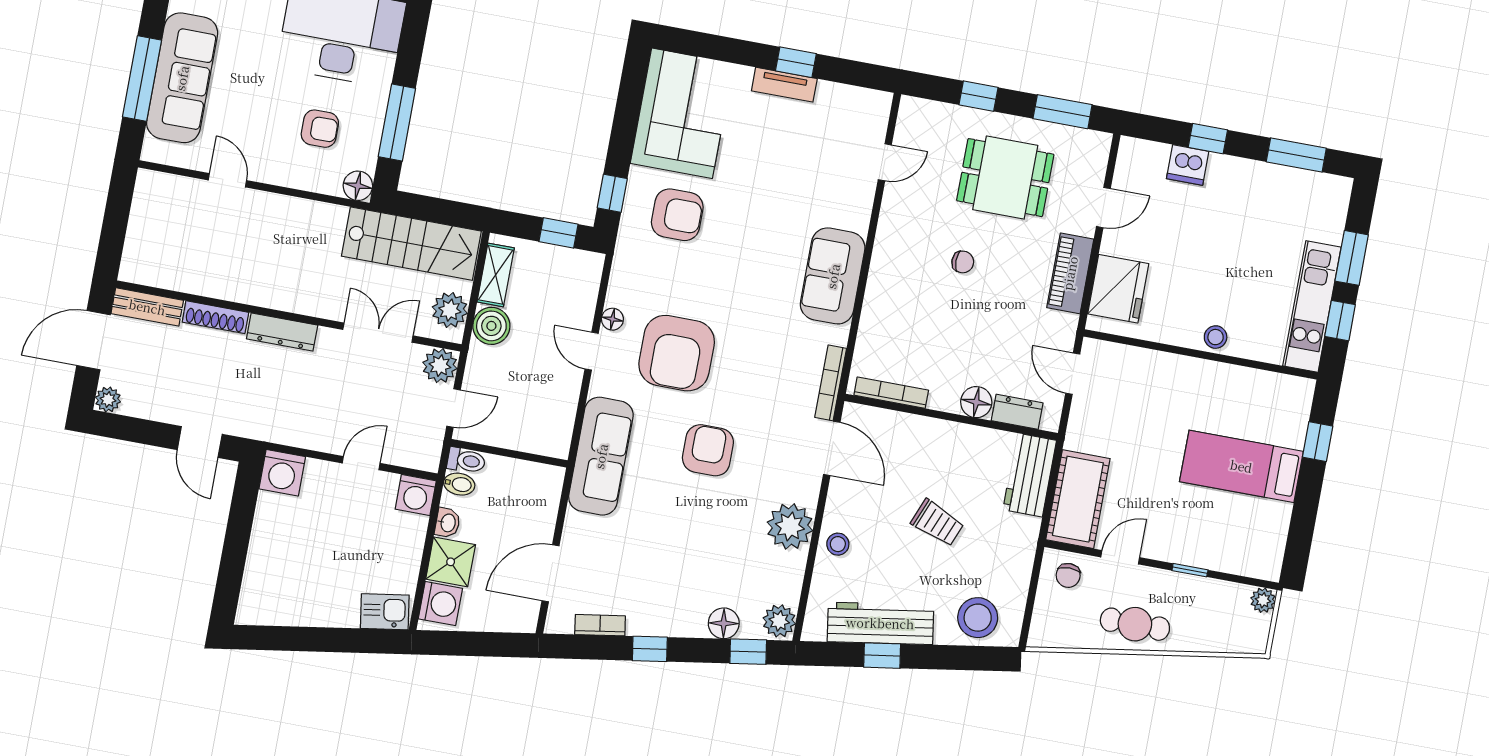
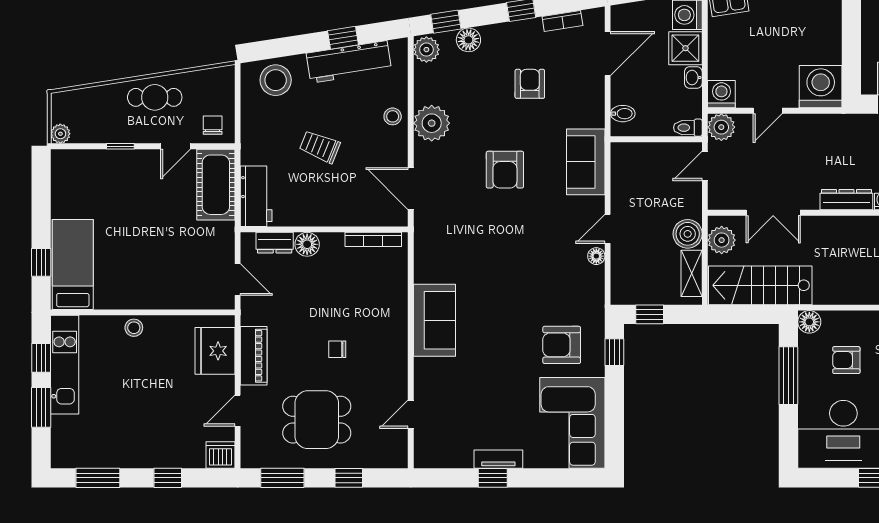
dishwasher: (1188, 165) -> (220, 455), moved
door: (592, 351) -> (608, 229), swing flipped
armchair: (677, 353) -> (530, 84), moved, width x0.53, depth x0.53
plant: (440, 366) -> (721, 127), moved
bookcase: (831, 383) -> (421, 238), removed
sofa: (601, 456) -> (586, 162), width x0.73
bed: (1241, 466) -> (73, 264), moved, turned -90
washing machine: (282, 473) -> (821, 87), width x1.37, depth x1.37
bidet: (459, 484) -> (623, 114), moved, turned 180

